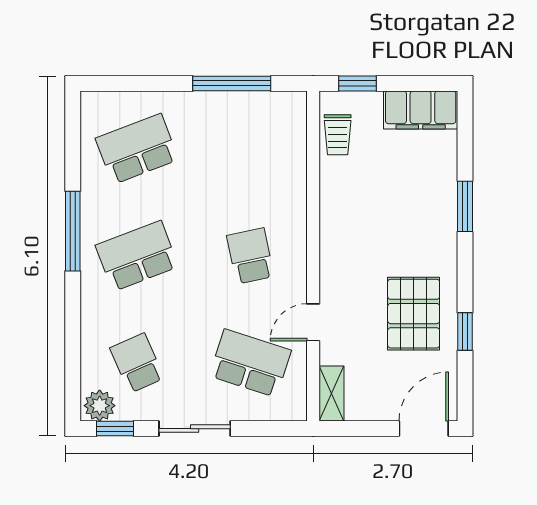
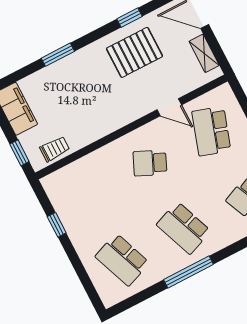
window: (232, 83) -> (57, 225), width x0.46
school desk: (250, 256) -> (150, 163), turned 36
shelving: (331, 394) -> (204, 53), moved, turned 90

